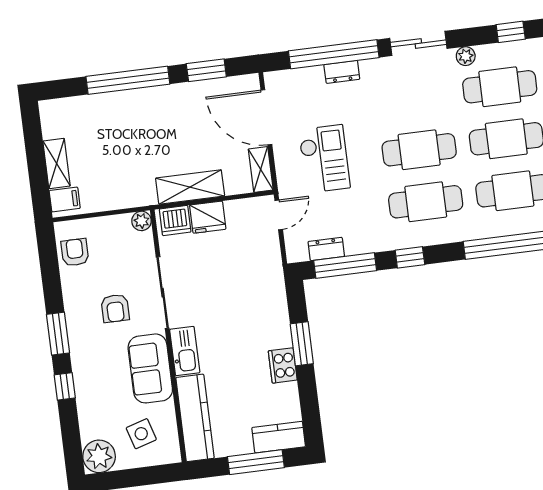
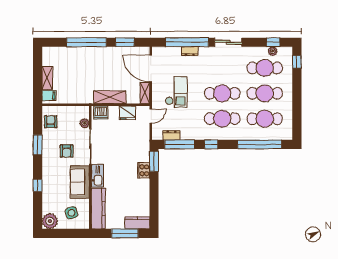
plant: (466, 56) -> (273, 51), moved
fridge: (208, 217) -> (127, 113), moved
plant: (142, 221) -> (85, 123), moved
window: (58, 334) -> (38, 145), moved
window: (302, 344) -> (154, 161), moved
cooker: (283, 365) -> (144, 170), moved

